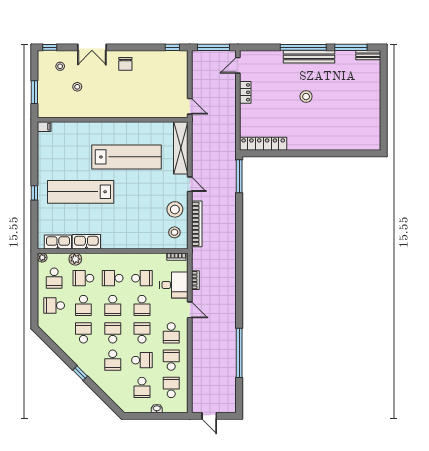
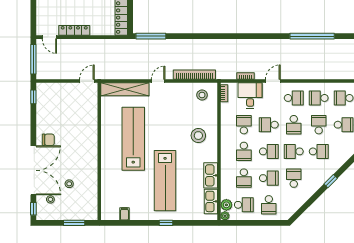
double door: (92, 47) -> (33, 170), width x1.87
locker: (245, 92) -> (74, 30), width x1.53
filing cabinet: (44, 127) -> (124, 214), moved
stool: (175, 209) -> (198, 136), moved
plant: (75, 259) -> (226, 205), moved
school desk: (142, 305) -> (269, 125), turned 180
school desk: (83, 333) -> (294, 178), turned 90
school desk: (142, 333) -> (294, 125), turned -90

